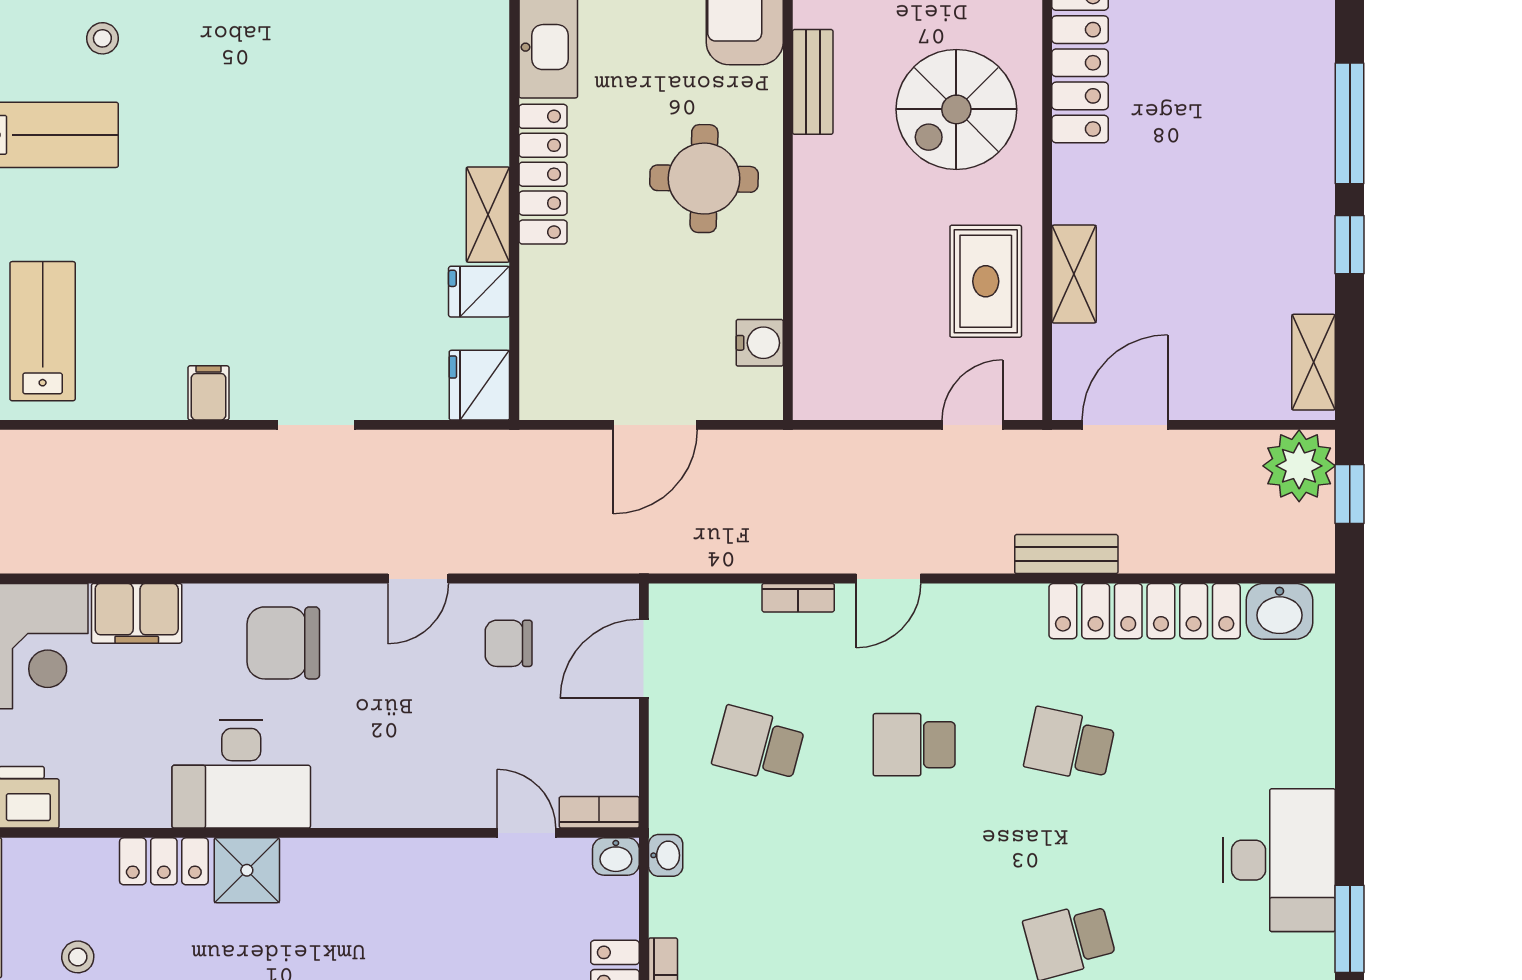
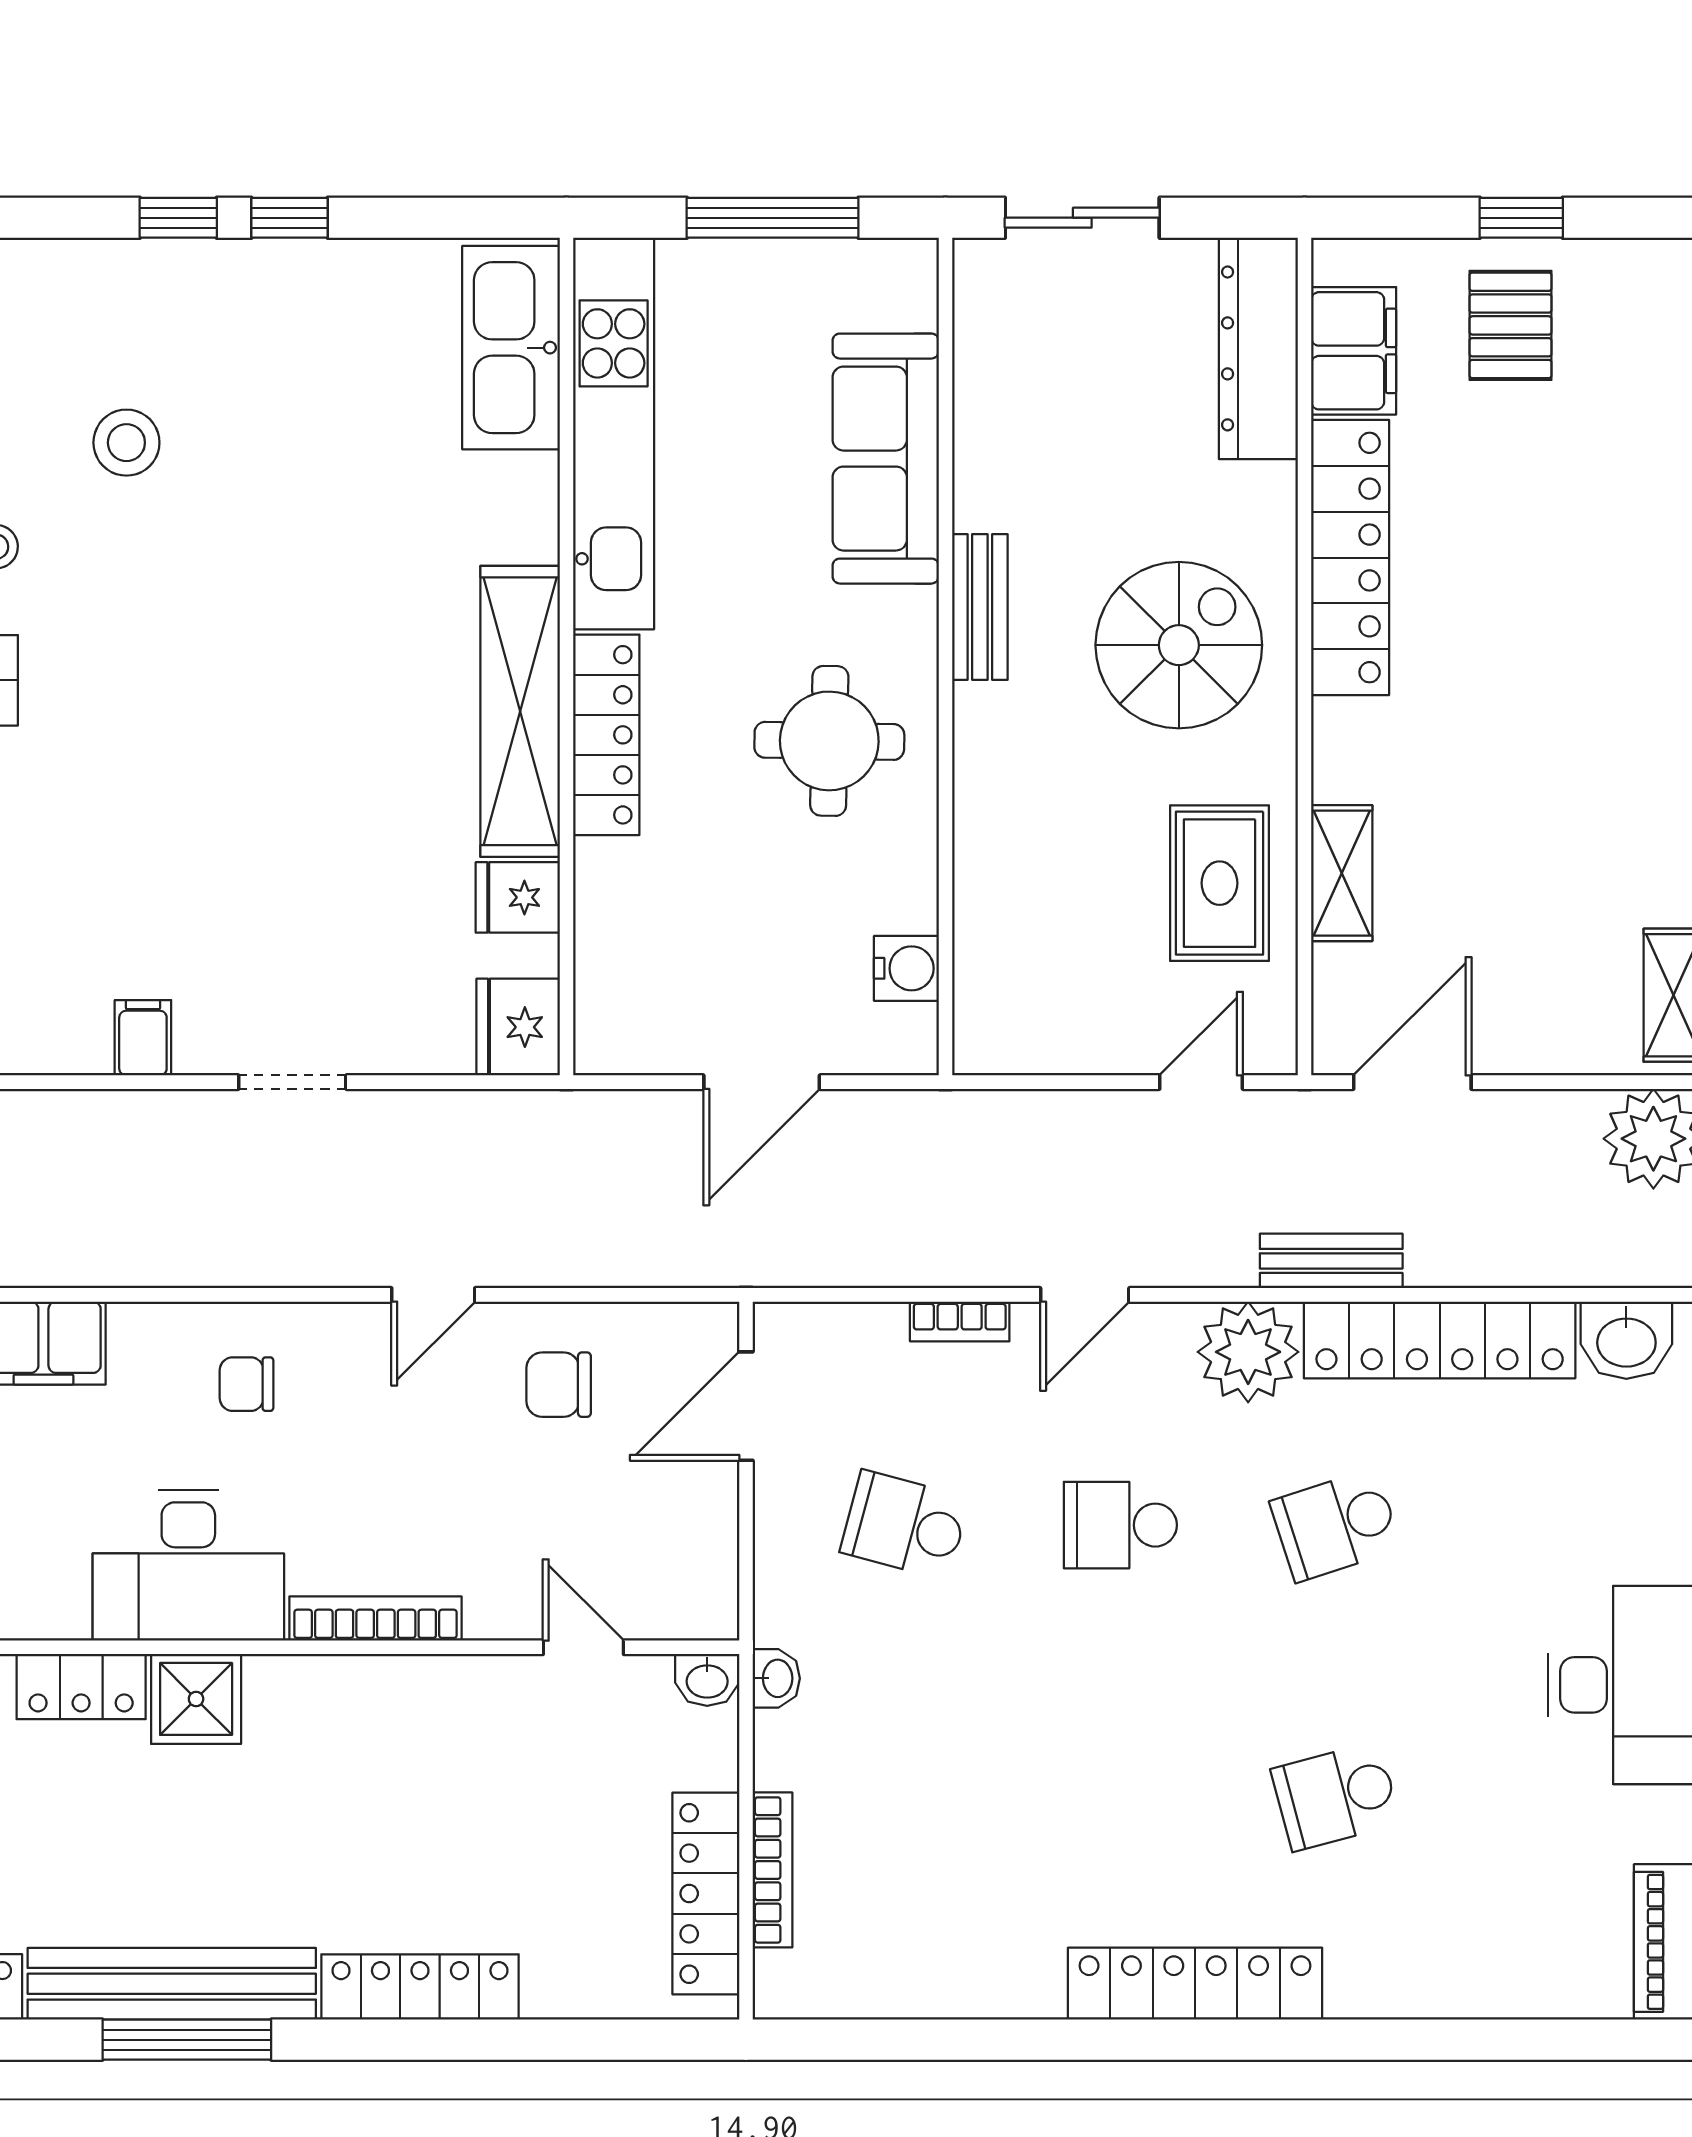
spiral stairs: (956, 109) -> (1179, 645), turned 180
shelving: (488, 215) -> (520, 711), width x2.20, depth x1.33
plant: (1006, 620) -> (1248, 1352), added
chair: (283, 643) -> (246, 1384), width x0.54, depth x0.54
school desk: (1070, 745) -> (1336, 1525), turned -30
bookcase: (599, 812) -> (376, 1619), moved, width x1.56

